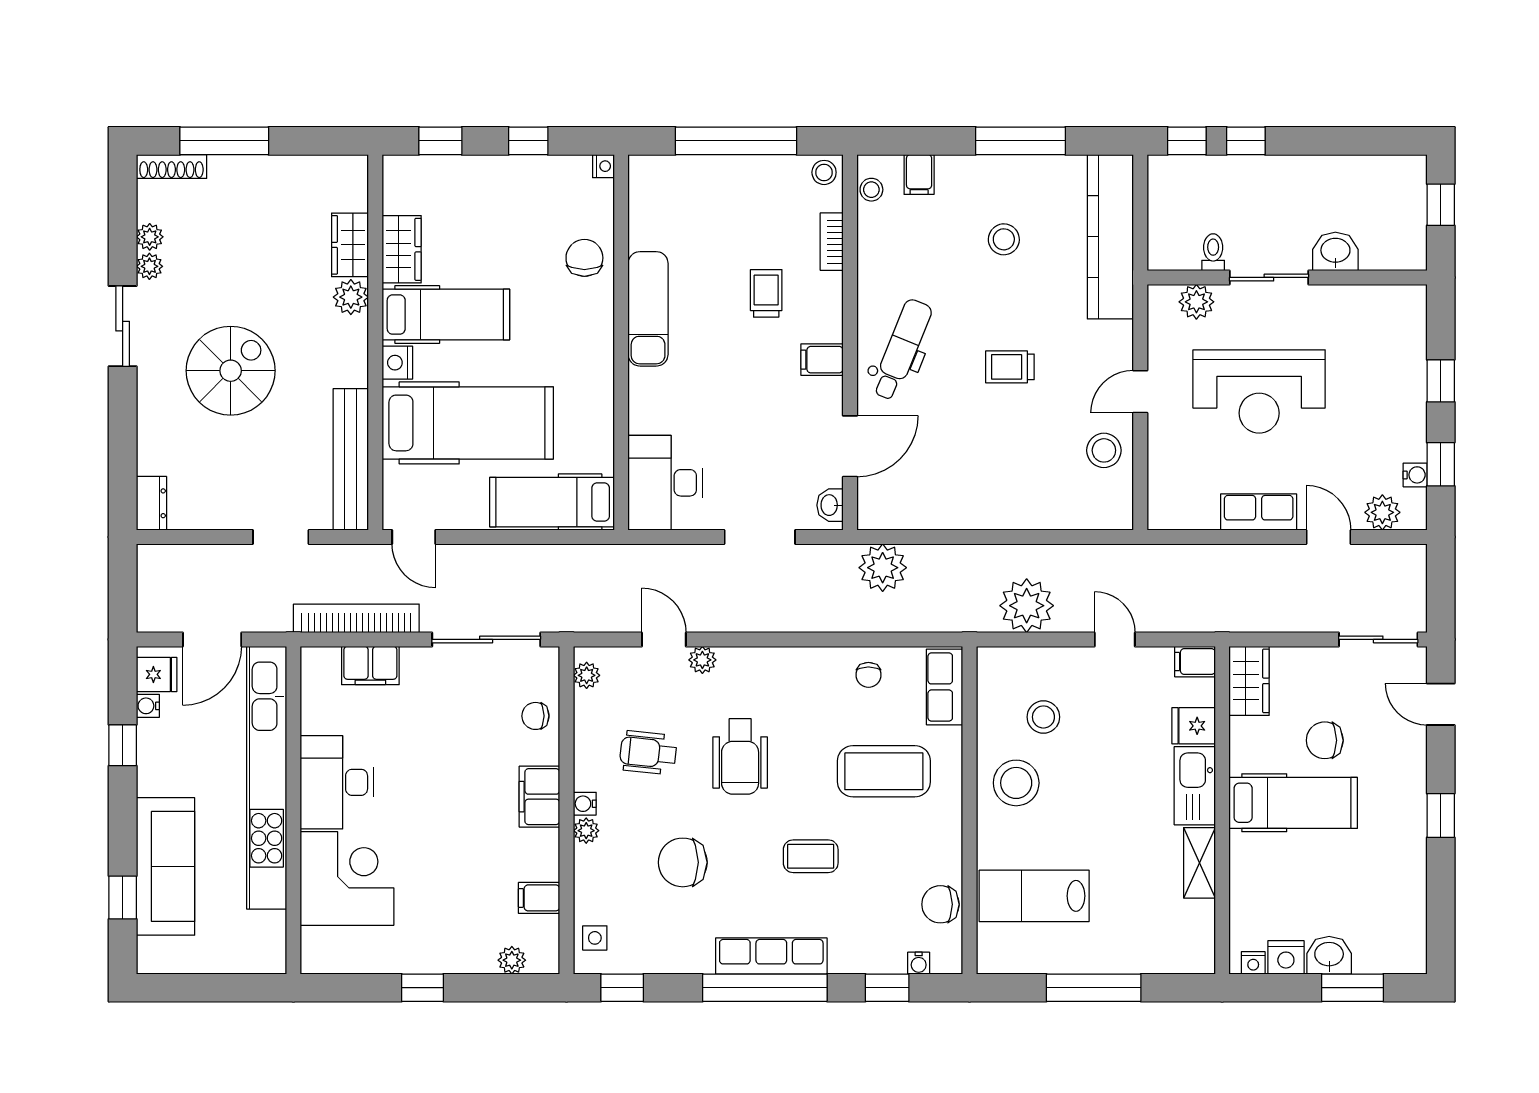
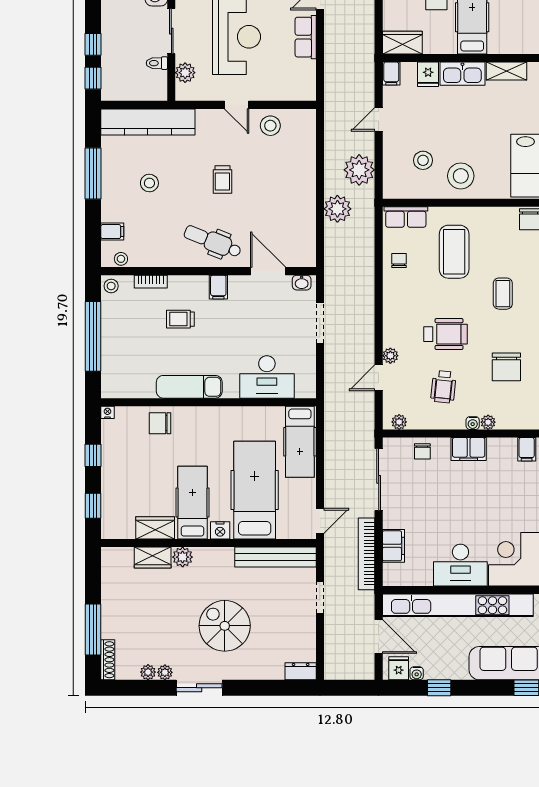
desk: (665, 483) -> (267, 377), moved
plant: (883, 568) -> (337, 209), moved
chair: (868, 675) -> (399, 261), turned -90

